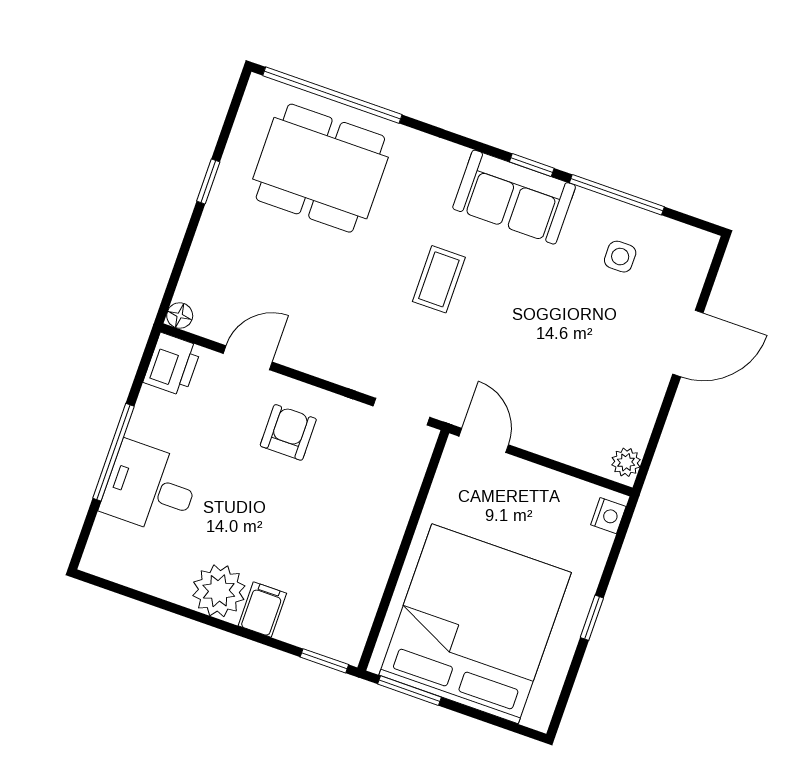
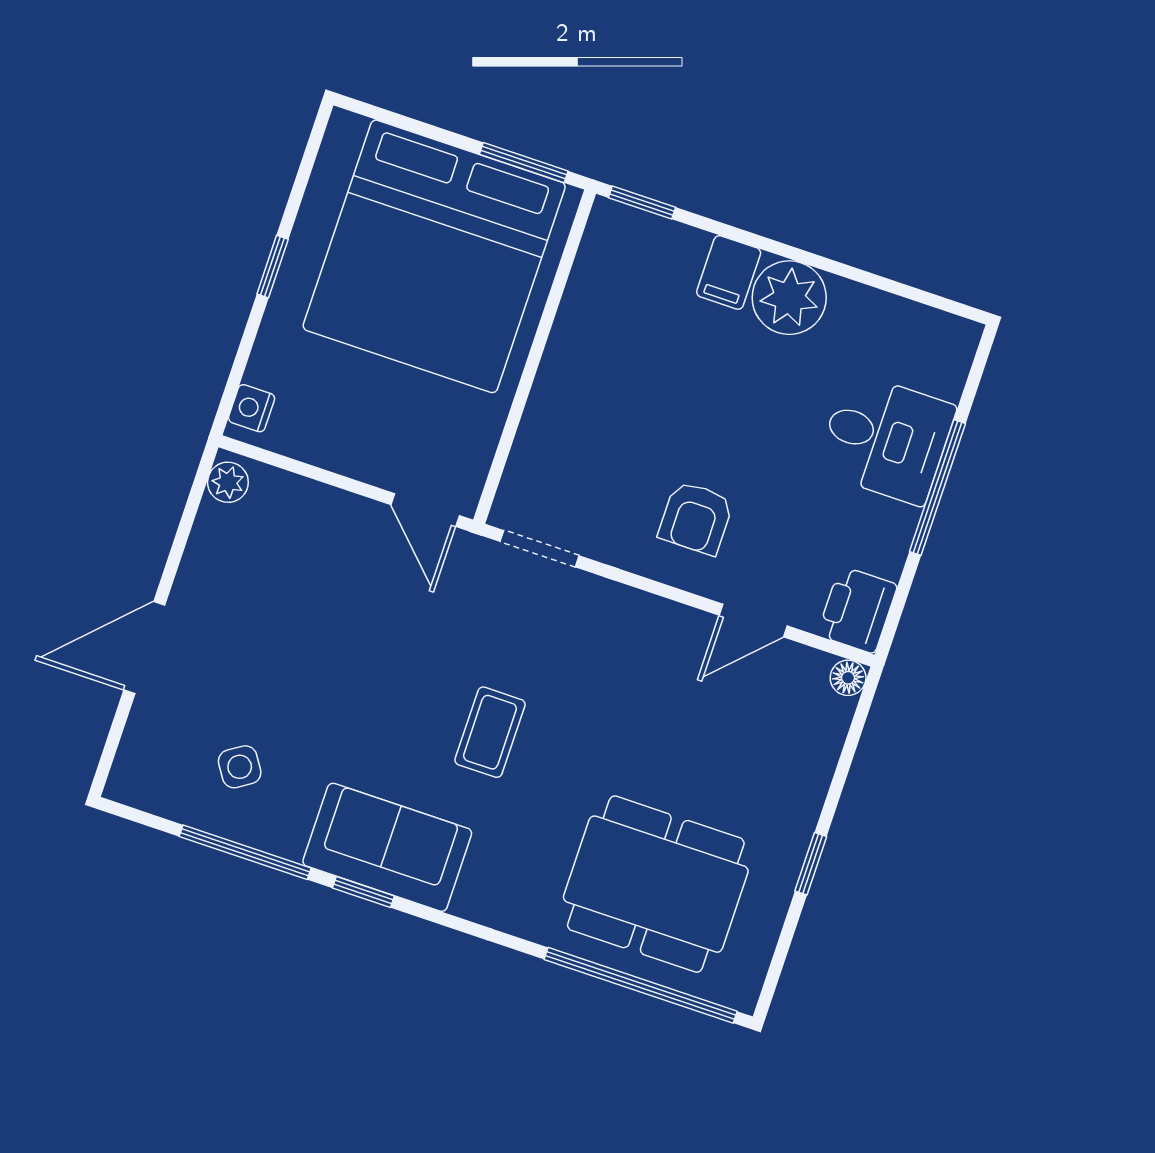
side table: (620, 257) -> (240, 767), turned -33

